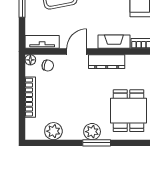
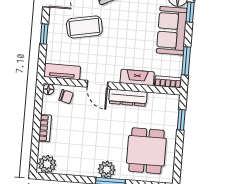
door: (77, 52) -> (98, 85), swing flipped
bookcase: (30, 97) -> (45, 128), width x0.64
plant: (53, 131) -> (47, 164), moved

